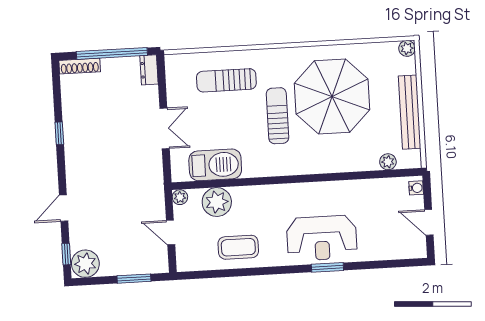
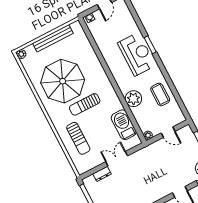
dresser: (149, 70) -> (102, 174), moved
plant: (388, 162) -> (83, 38), removed
plant: (217, 202) -> (133, 99), moved
door: (171, 233) -> (168, 132), hinge flipped

